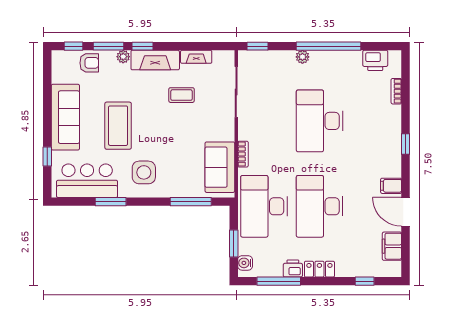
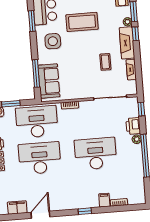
printer: (375, 60) -> (133, 126), moved
sofa: (220, 167) -> (49, 81), moved, turned 90
filing cabinet: (391, 186) -> (104, 200), moved

